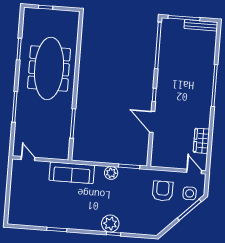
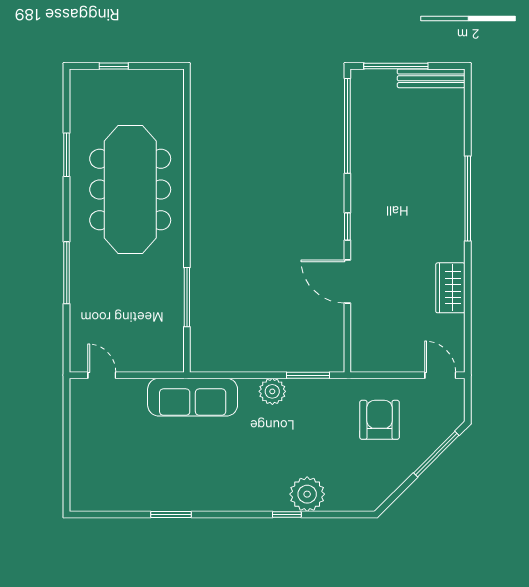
wardrobe: (201, 141) -> (450, 288), moved
side table: (190, 193) -> (434, 421), removed
plant: (110, 224) -> (307, 494), moved

